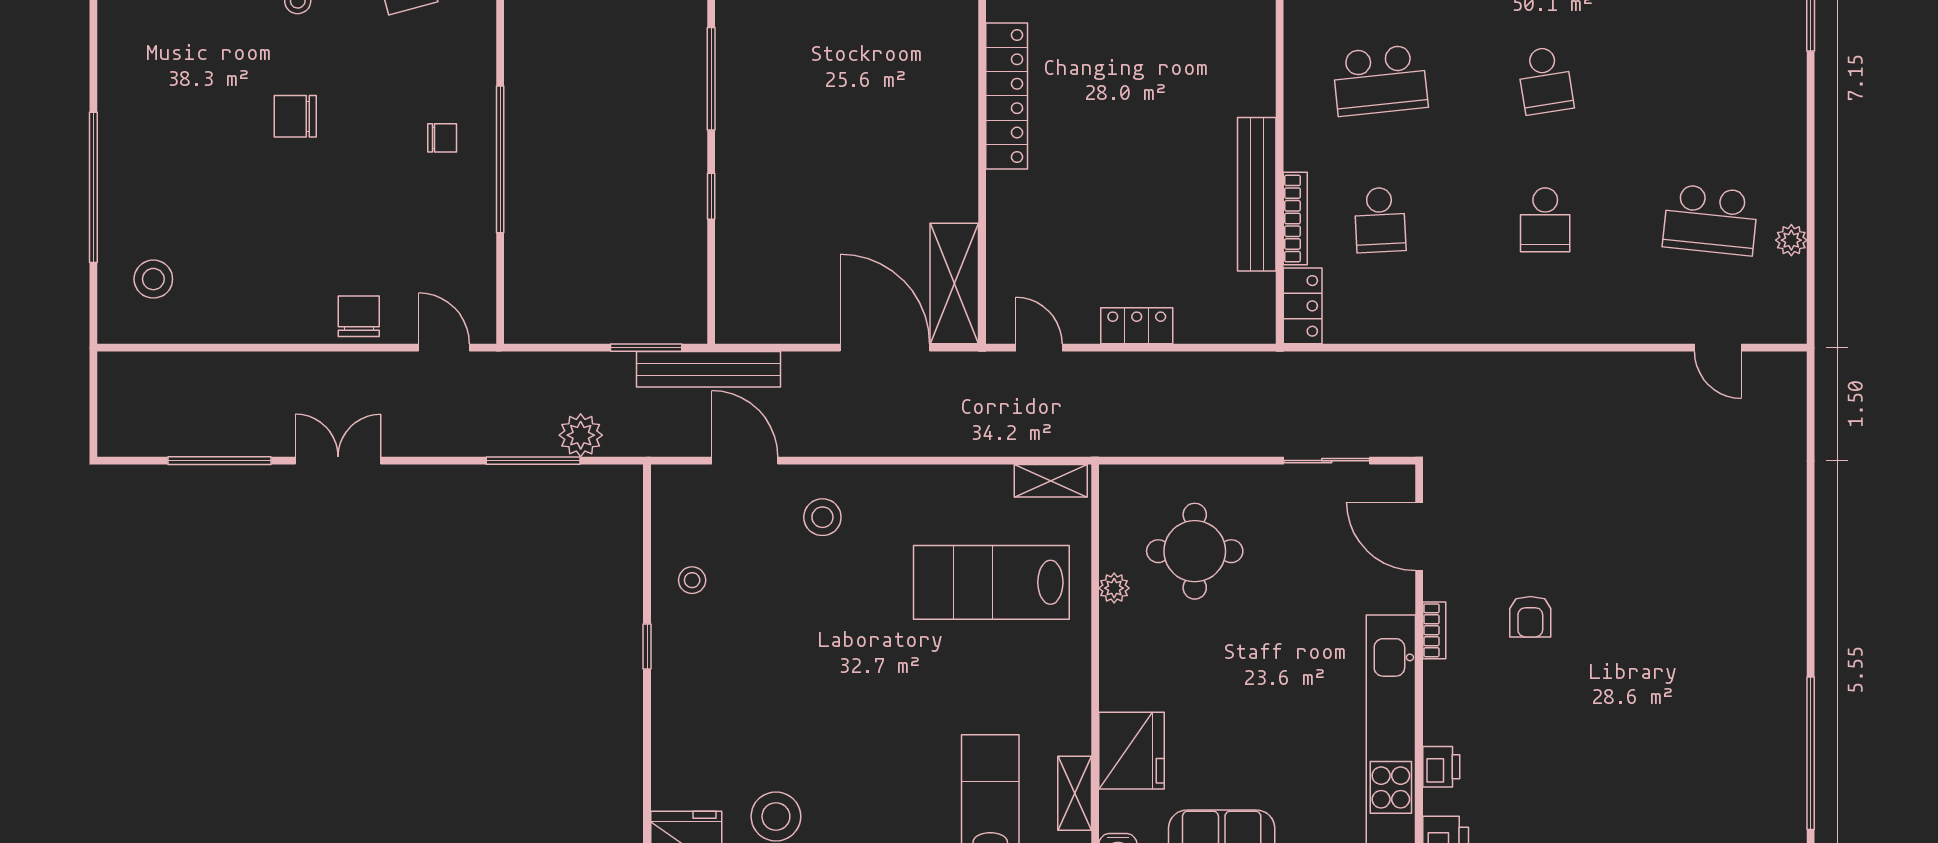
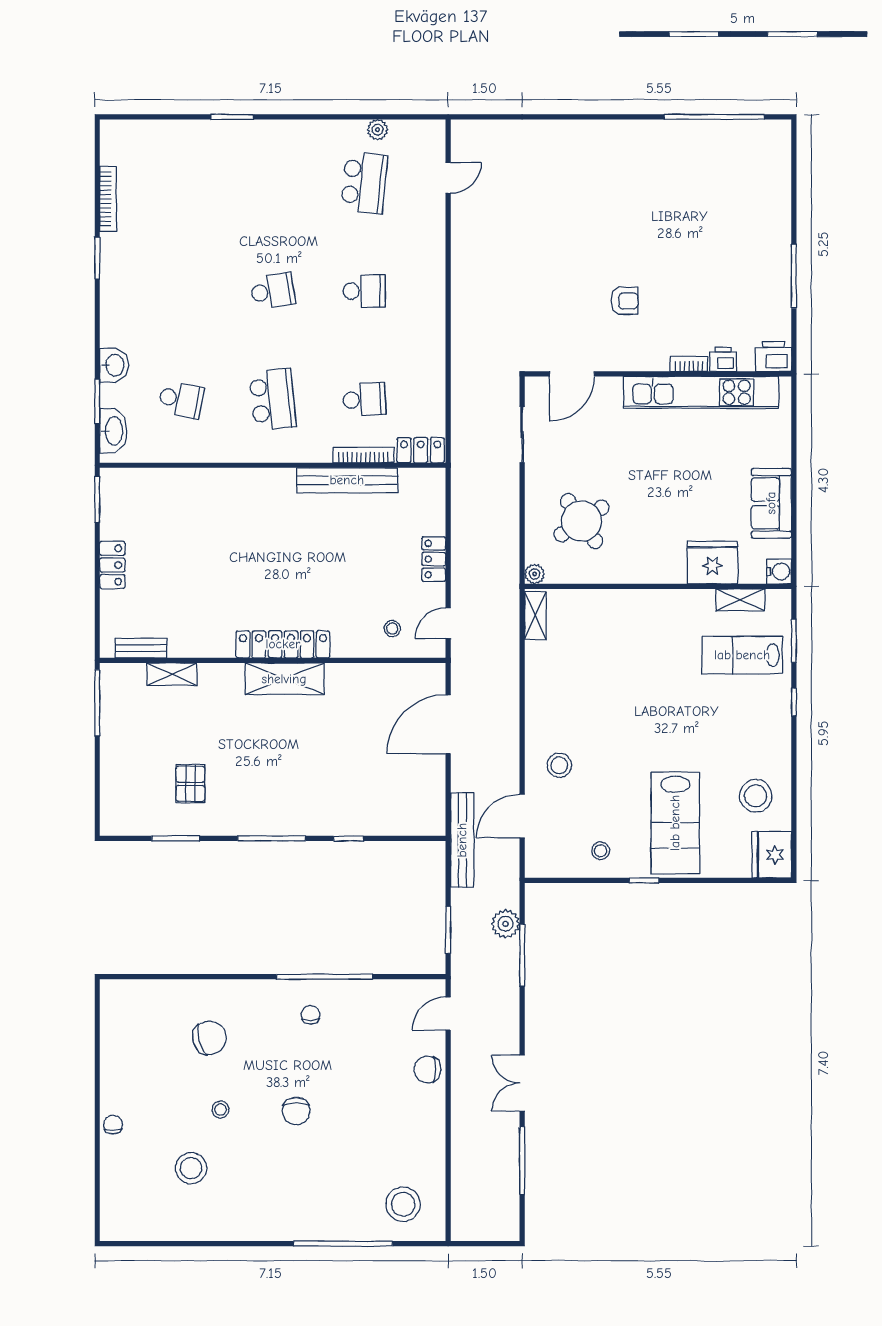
stool: (1031, 263) -> (392, 629), added
stool: (153, 279) -> (403, 1204), width x1.38, depth x1.38
shelving: (954, 283) -> (284, 679), moved
window: (646, 348) -> (448, 930), moved
round table: (1195, 551) -> (582, 521), turned -34
lab bench: (991, 582) -> (675, 823), moved
plant: (1114, 588) -> (535, 574), moved
bookcase: (1434, 630) -> (689, 364), moved

